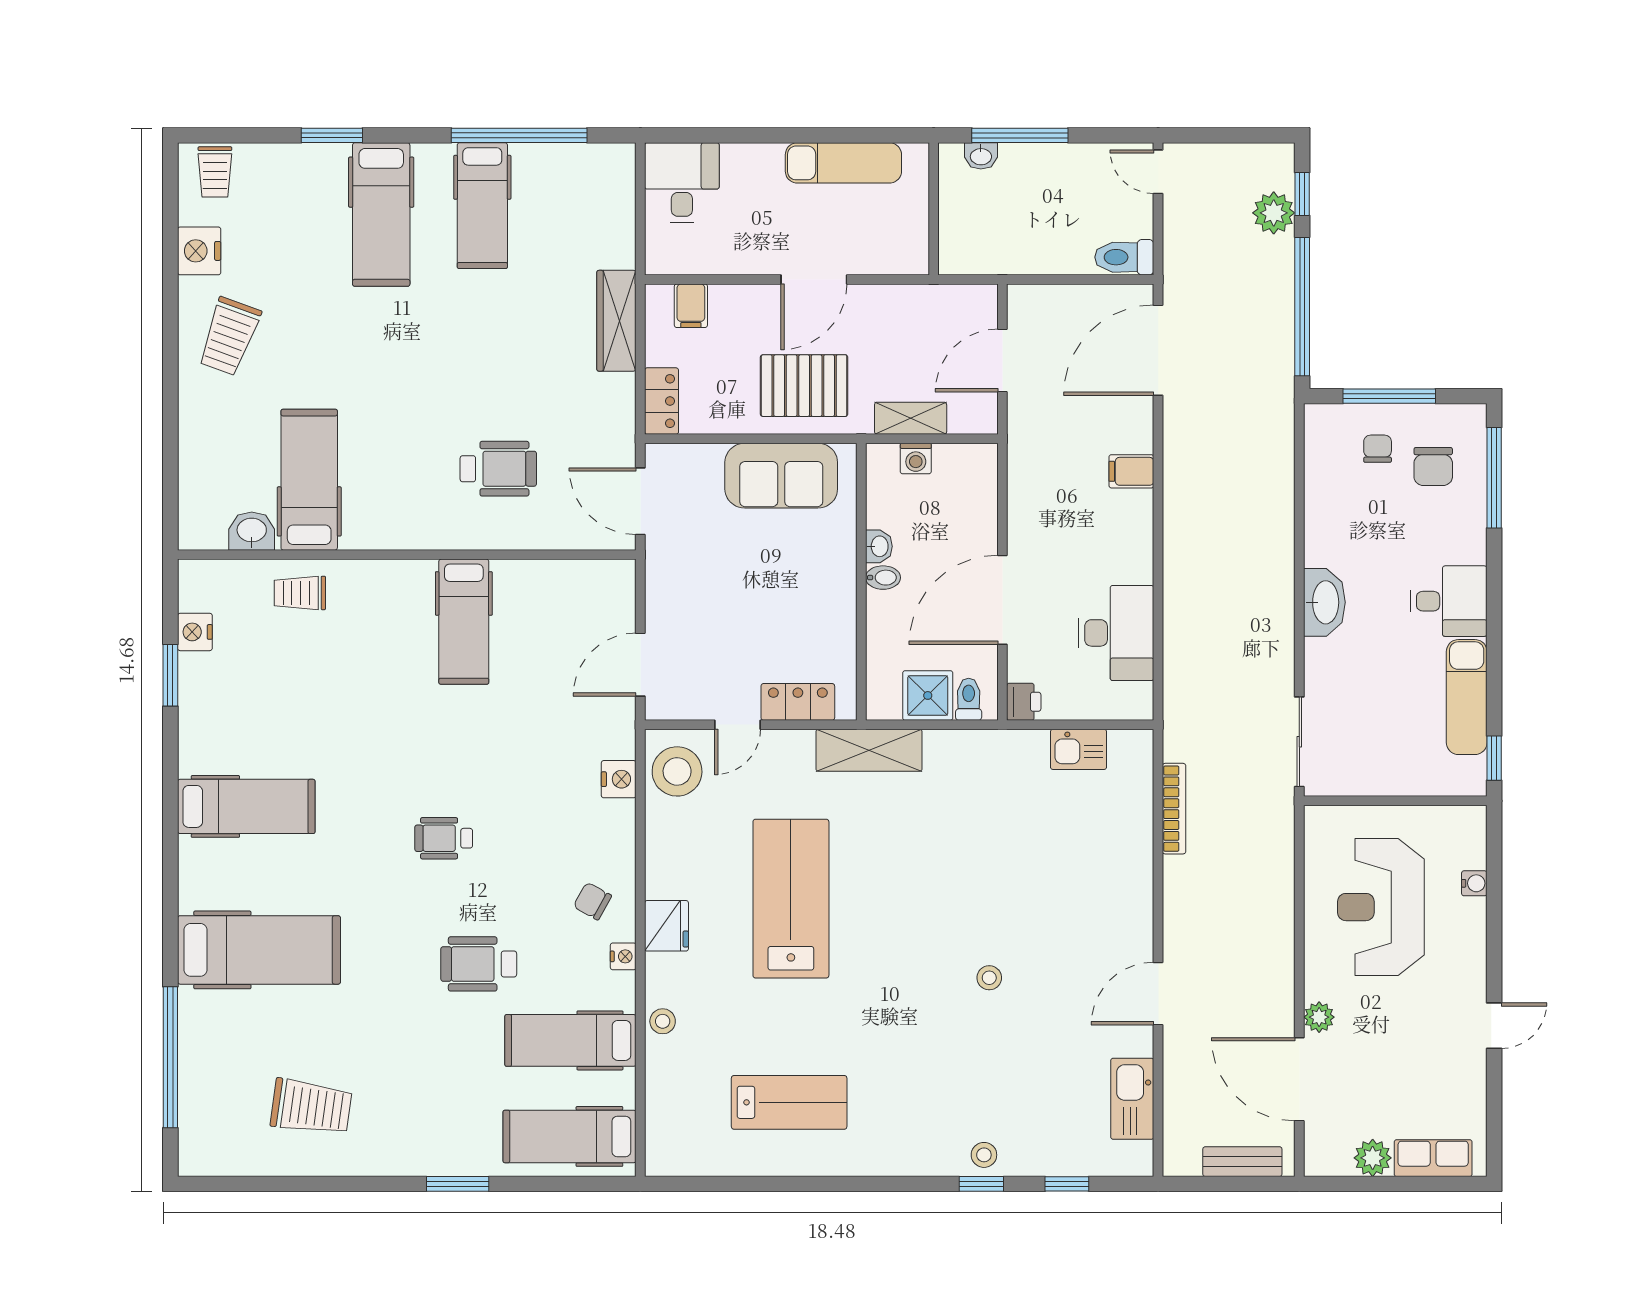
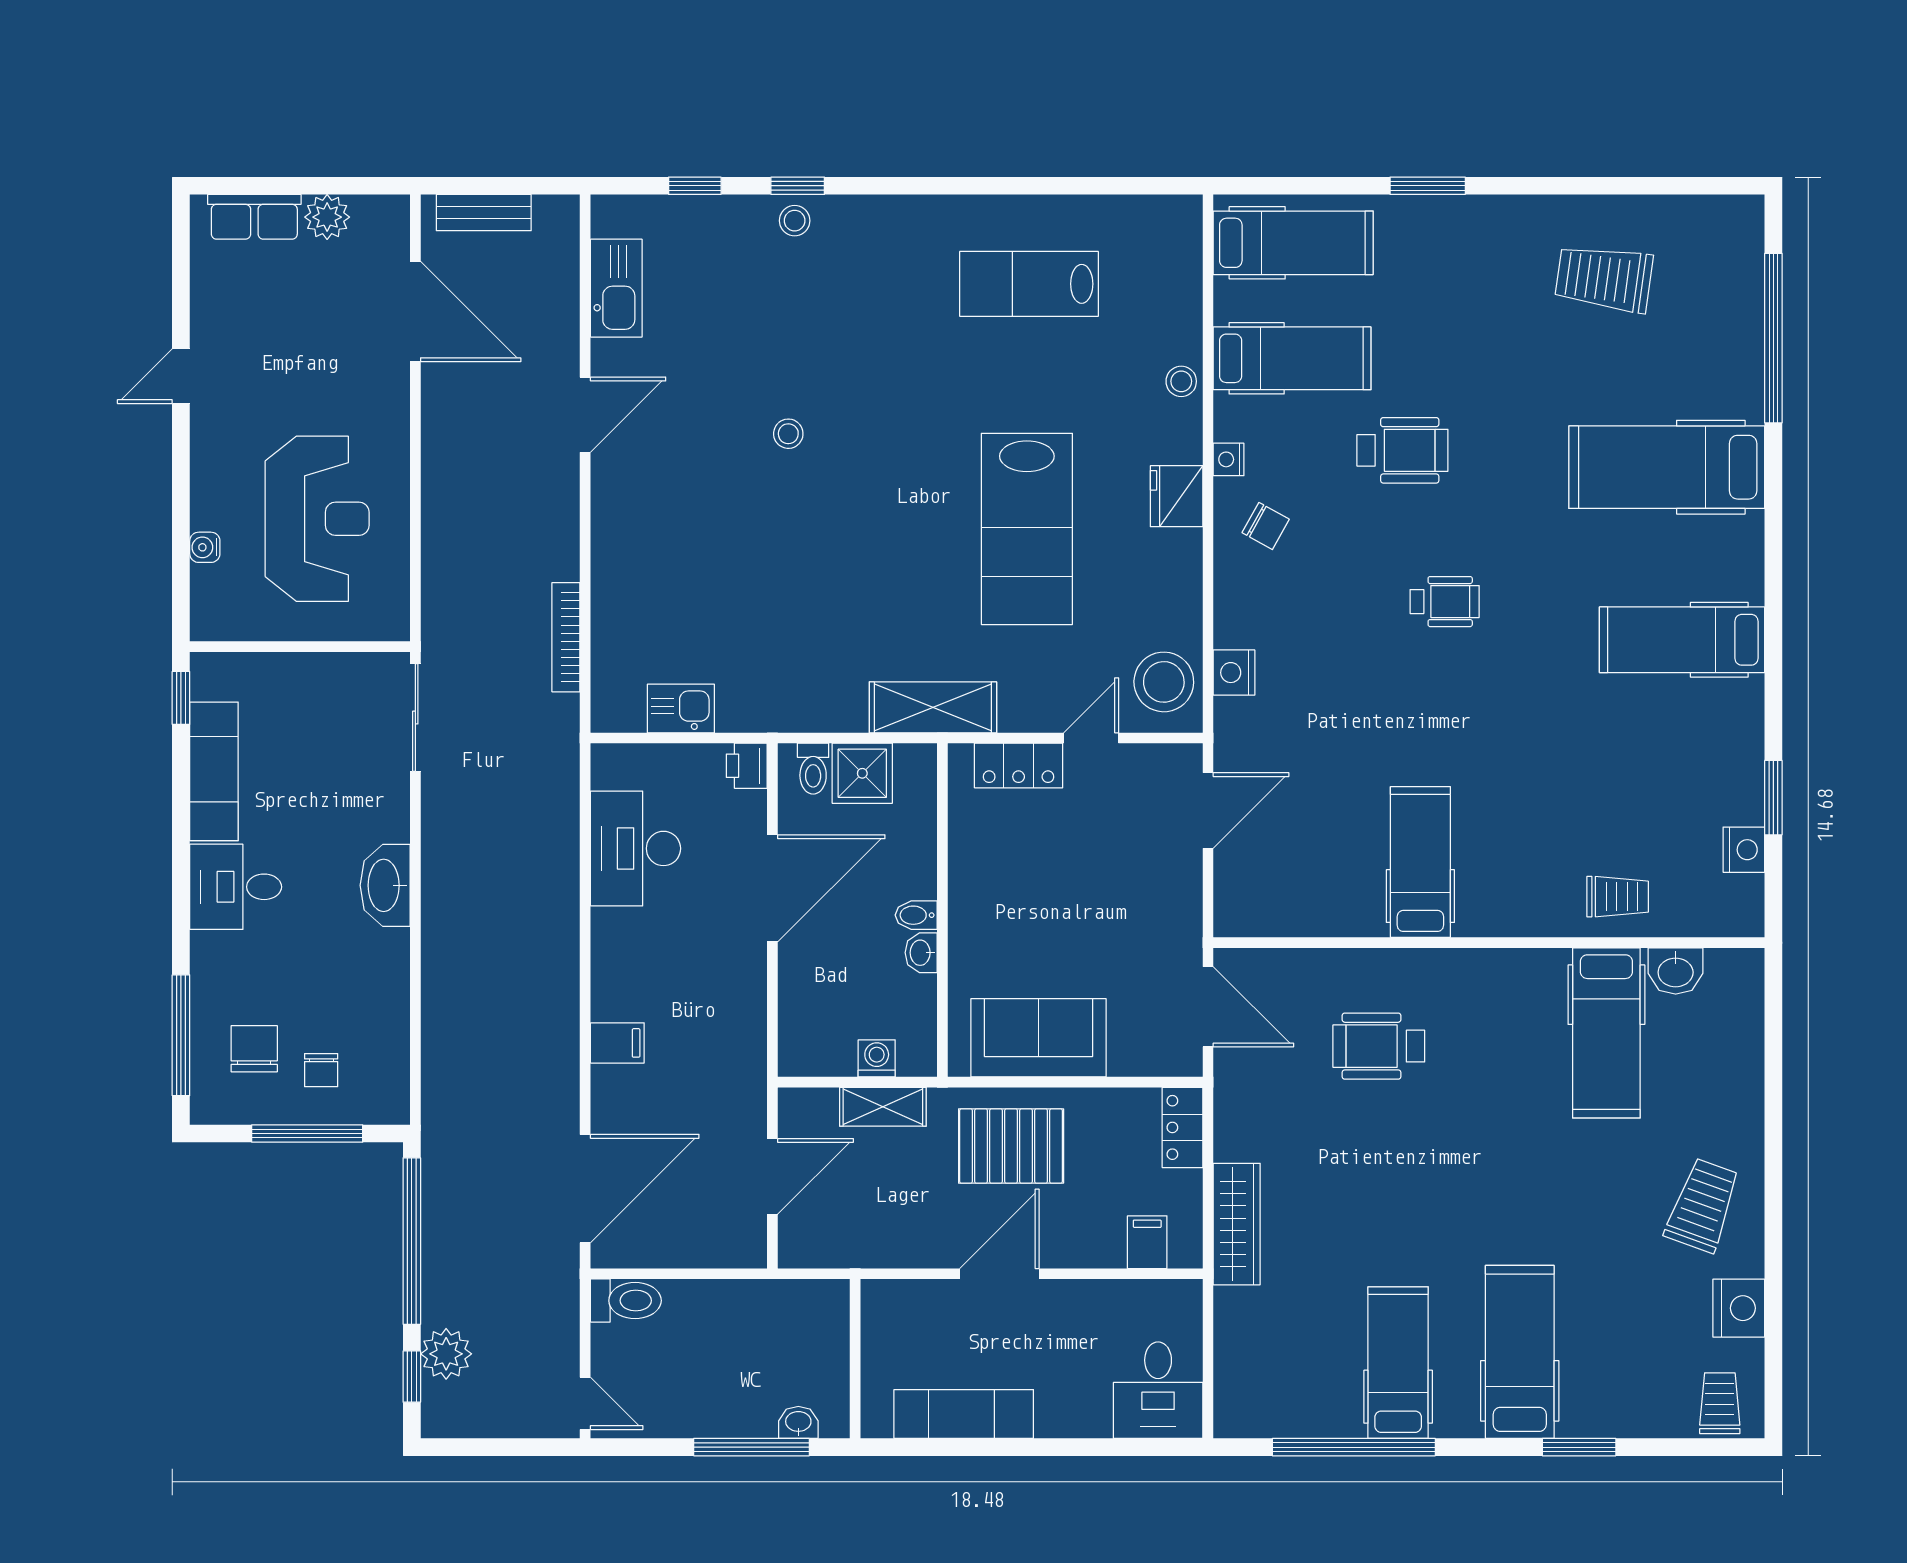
plant: (1319, 1017) -> (392, 386), removed

